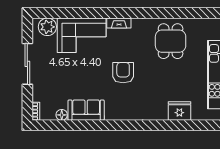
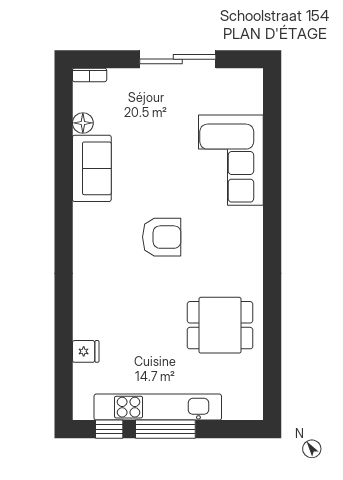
fireplace: (119, 23) -> (254, 229), removed
plant: (47, 27) -> (247, 96), removed
fridge: (179, 111) -> (86, 351), width x0.53, depth x0.75

